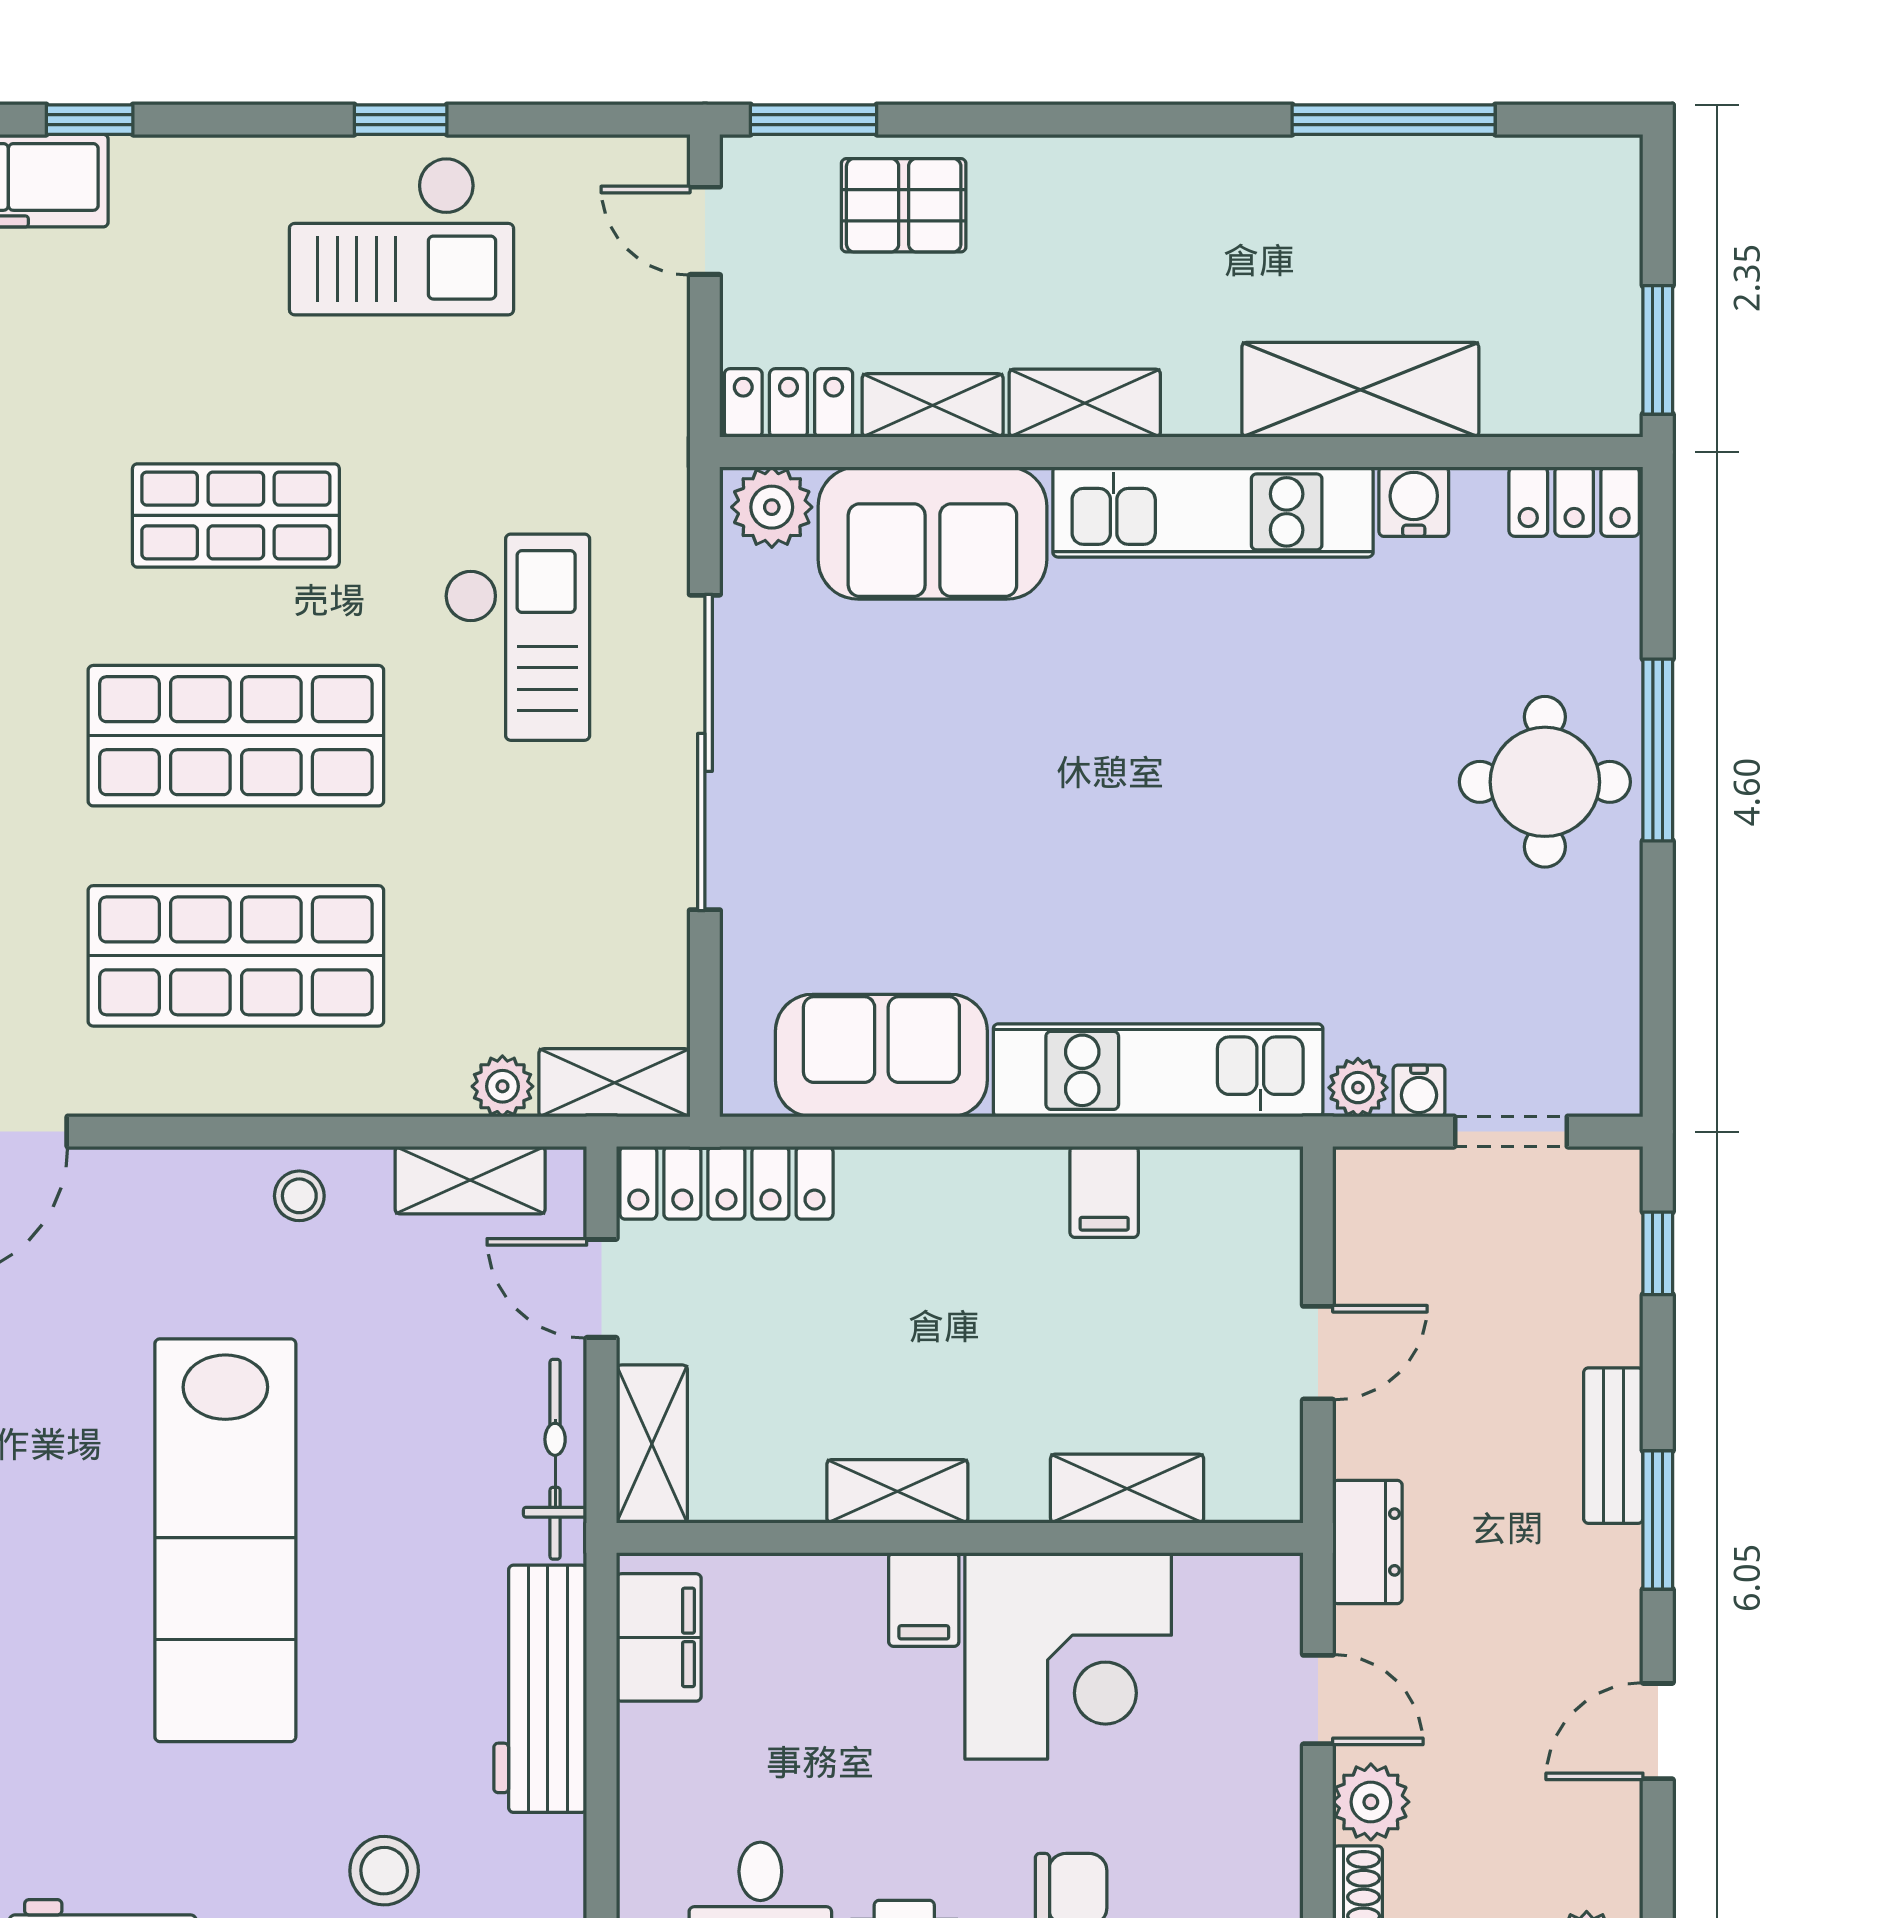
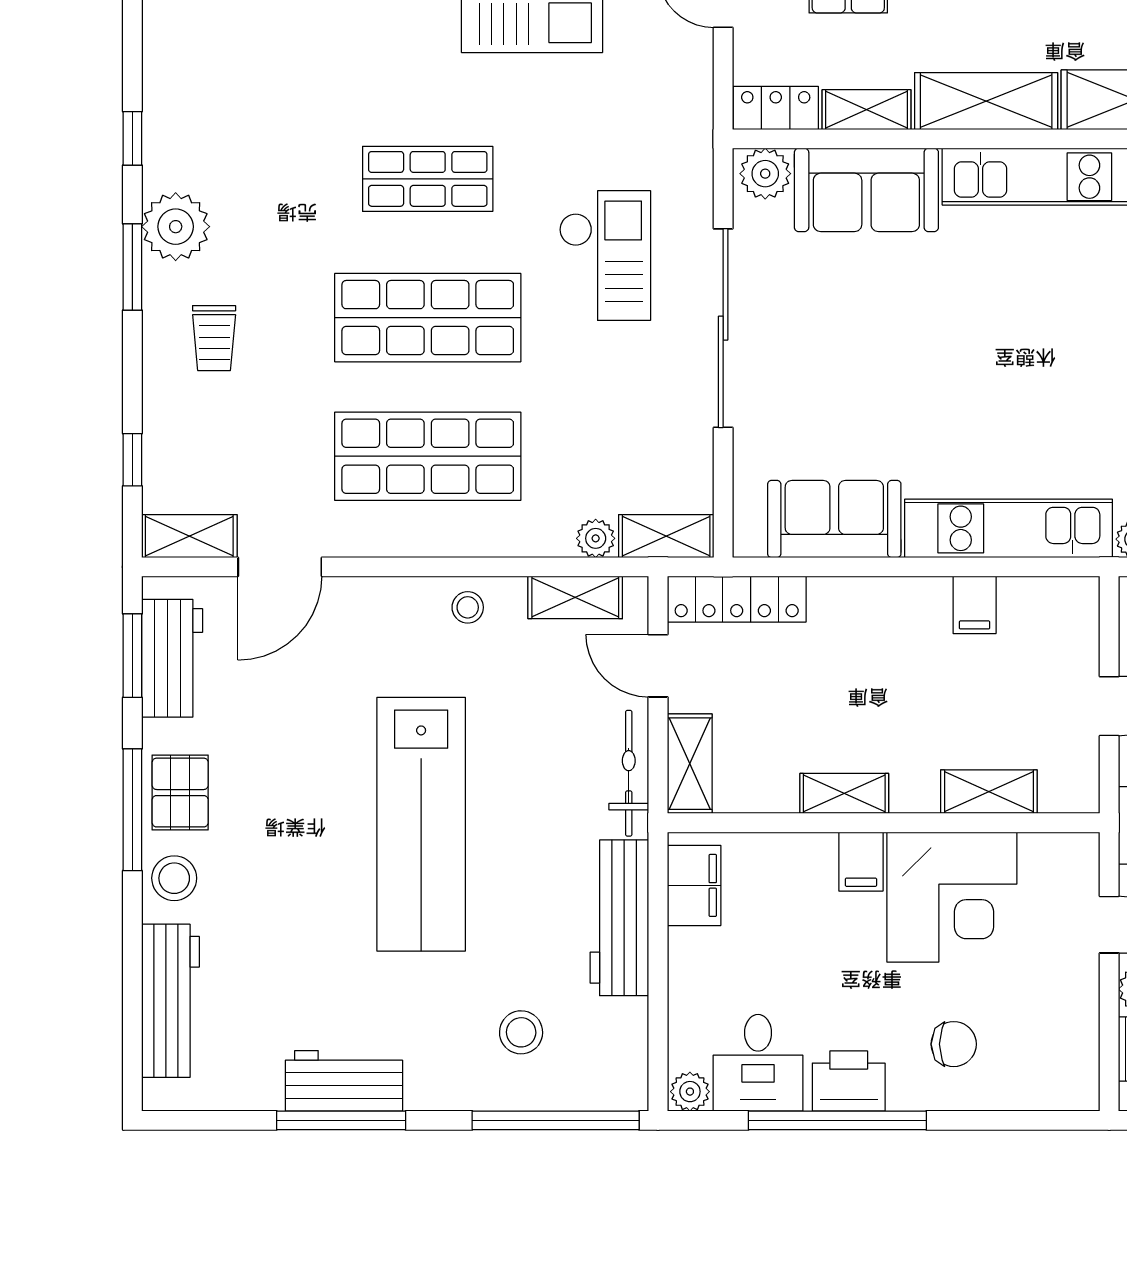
shelving: (1085, 403) -> (986, 101), width x1.50, depth x1.33

